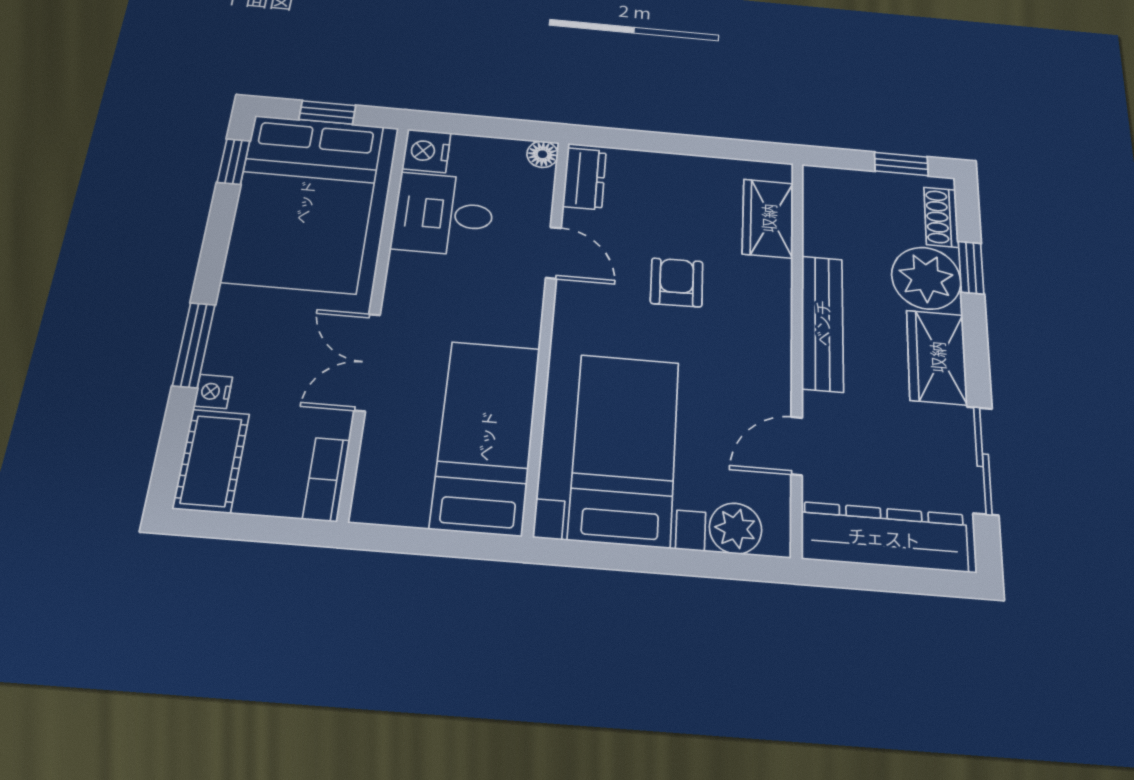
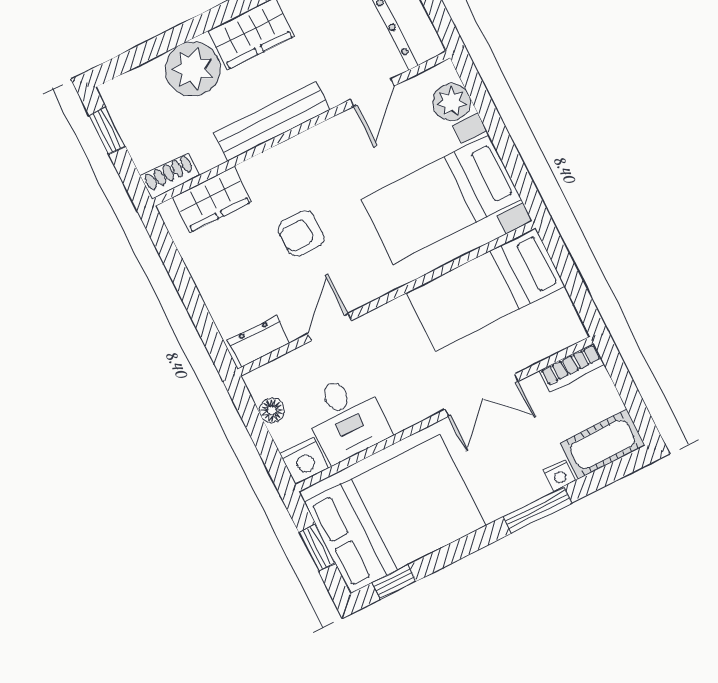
floor lamp: (542, 154) -> (272, 410), moved
shoe rack: (941, 217) -> (170, 176), moved, turned 180
window: (971, 268) -> (165, 42), removed
door: (797, 446) -> (372, 93), hinge flipped

